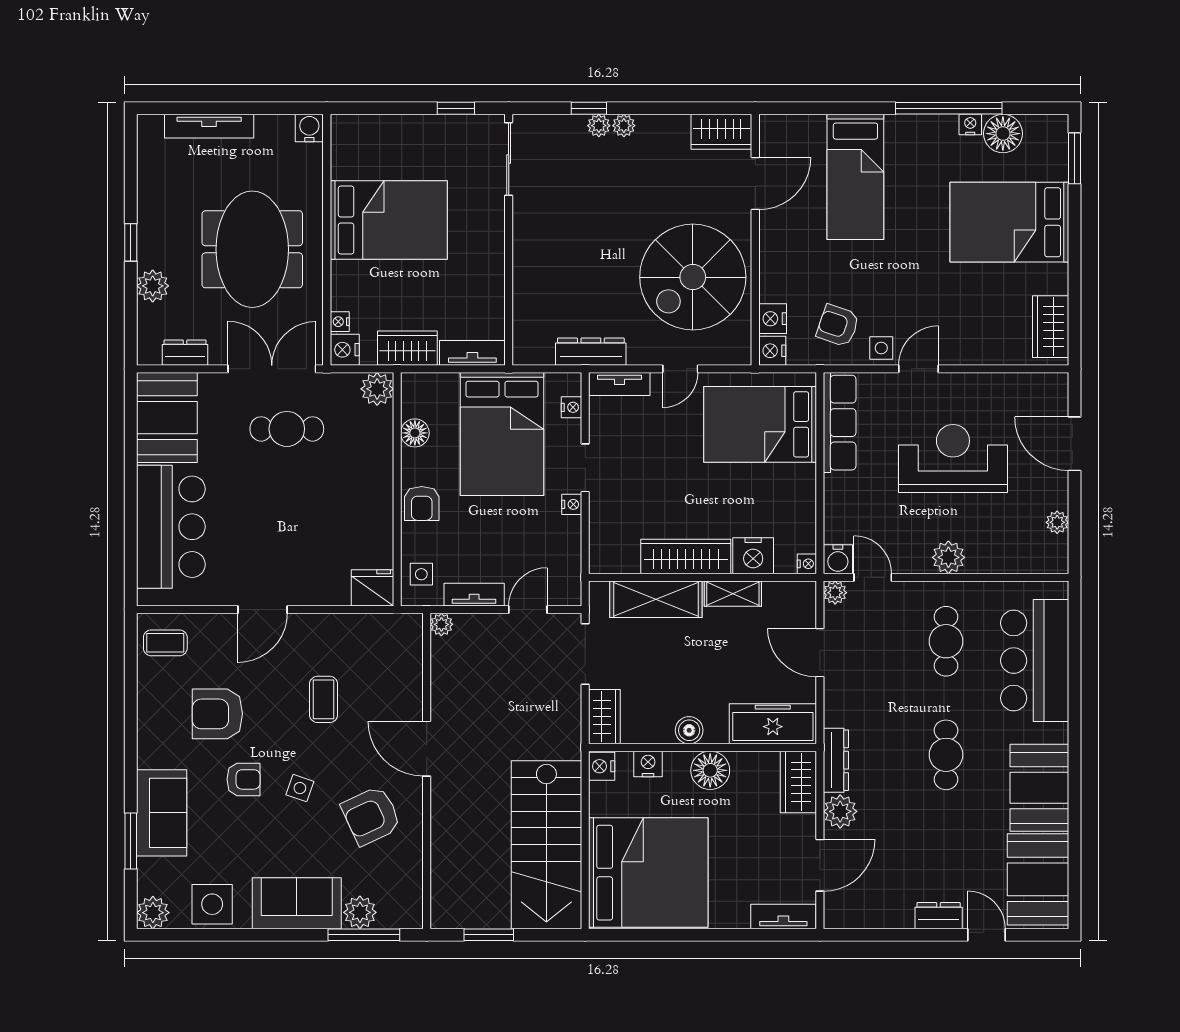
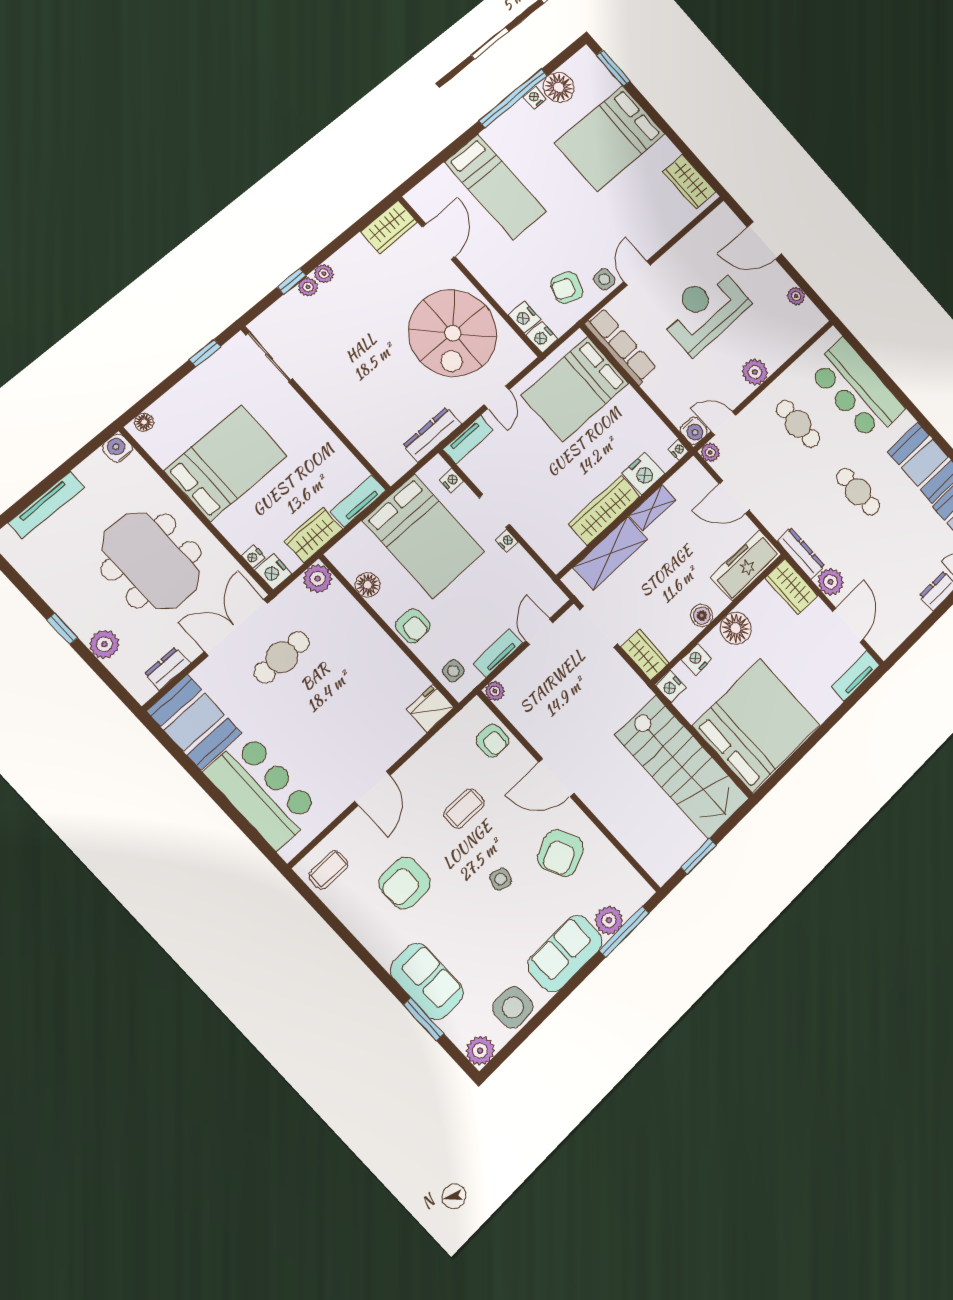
floor lamp: (351, 125) -> (144, 422), added
coffee table: (324, 699) -> (464, 808), turned 90
armchair: (243, 779) -> (492, 741), moved, turned 90

